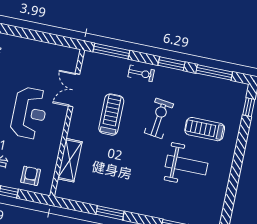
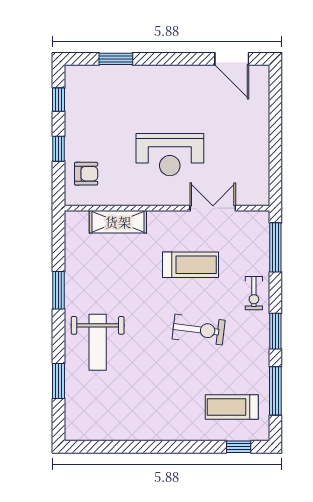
treadmill: (205, 129) -> (232, 407), moved, turned -90
weight bench: (187, 165) -> (98, 342), moved

